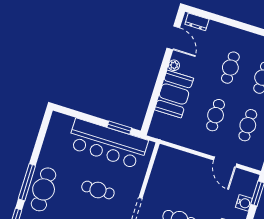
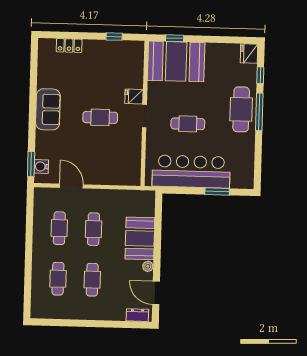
window: (119, 128) -> (217, 192), moved
water cooler: (244, 203) -> (41, 167), moved

